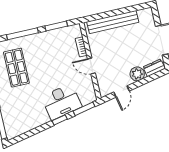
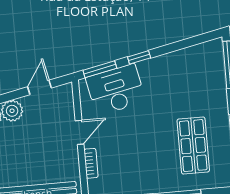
door: (91, 66) -> (80, 132), hinge flipped
desk: (62, 102) -> (116, 90), moved

